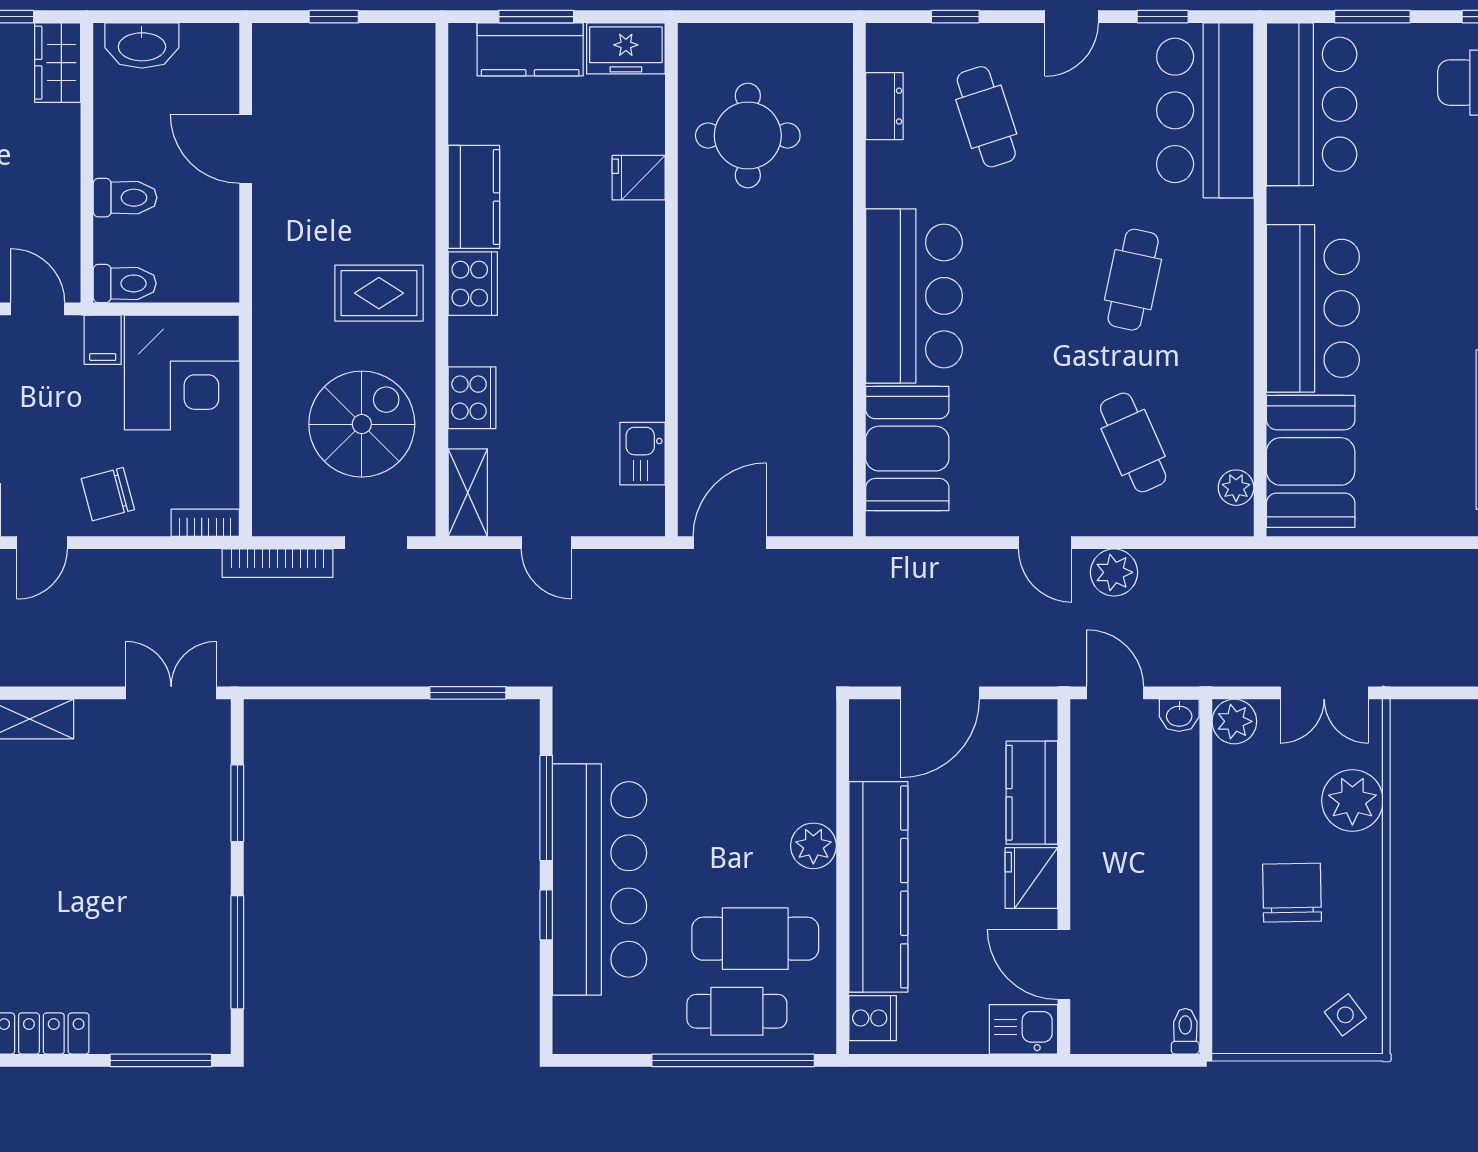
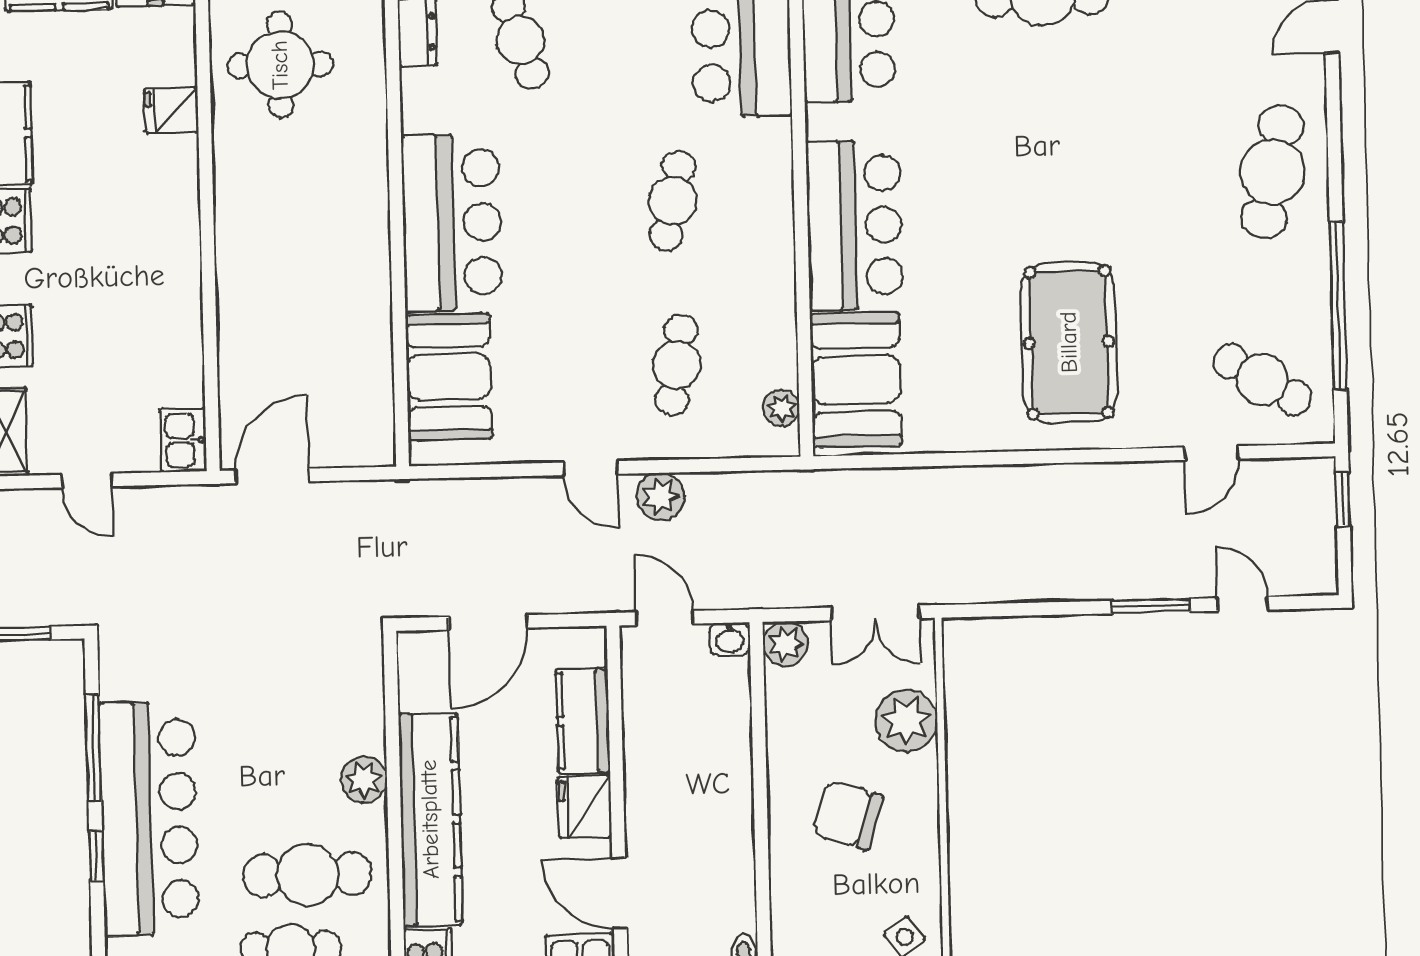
cafe table: (1133, 442) -> (676, 365), turned 33
kitchen sink: (642, 454) -> (183, 440), moved
chair: (1292, 893) -> (848, 815), turned -71

